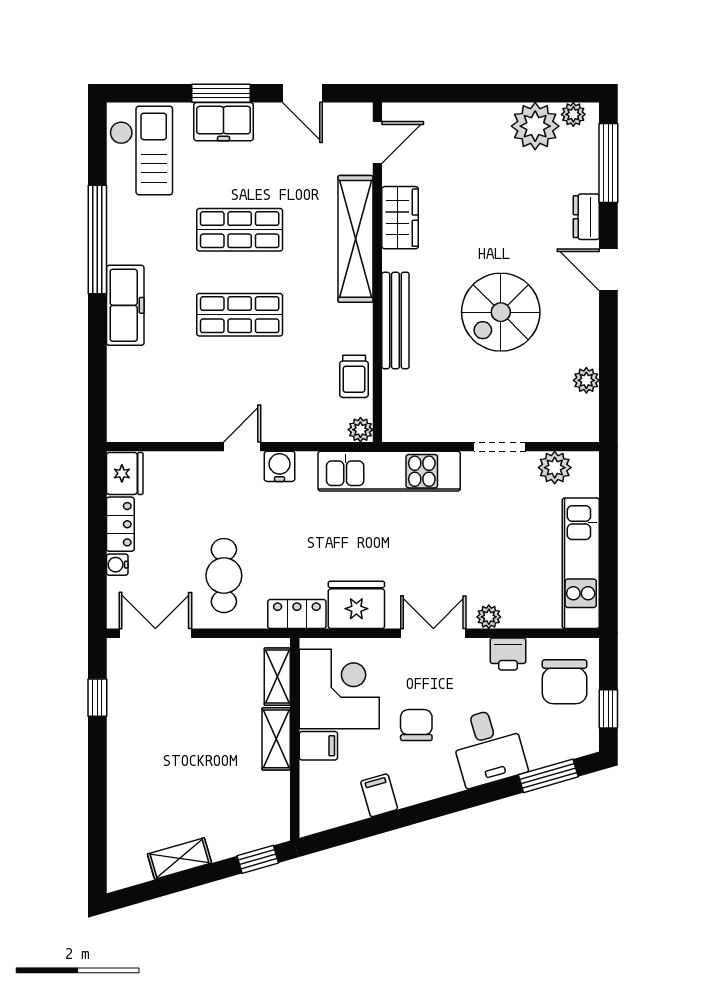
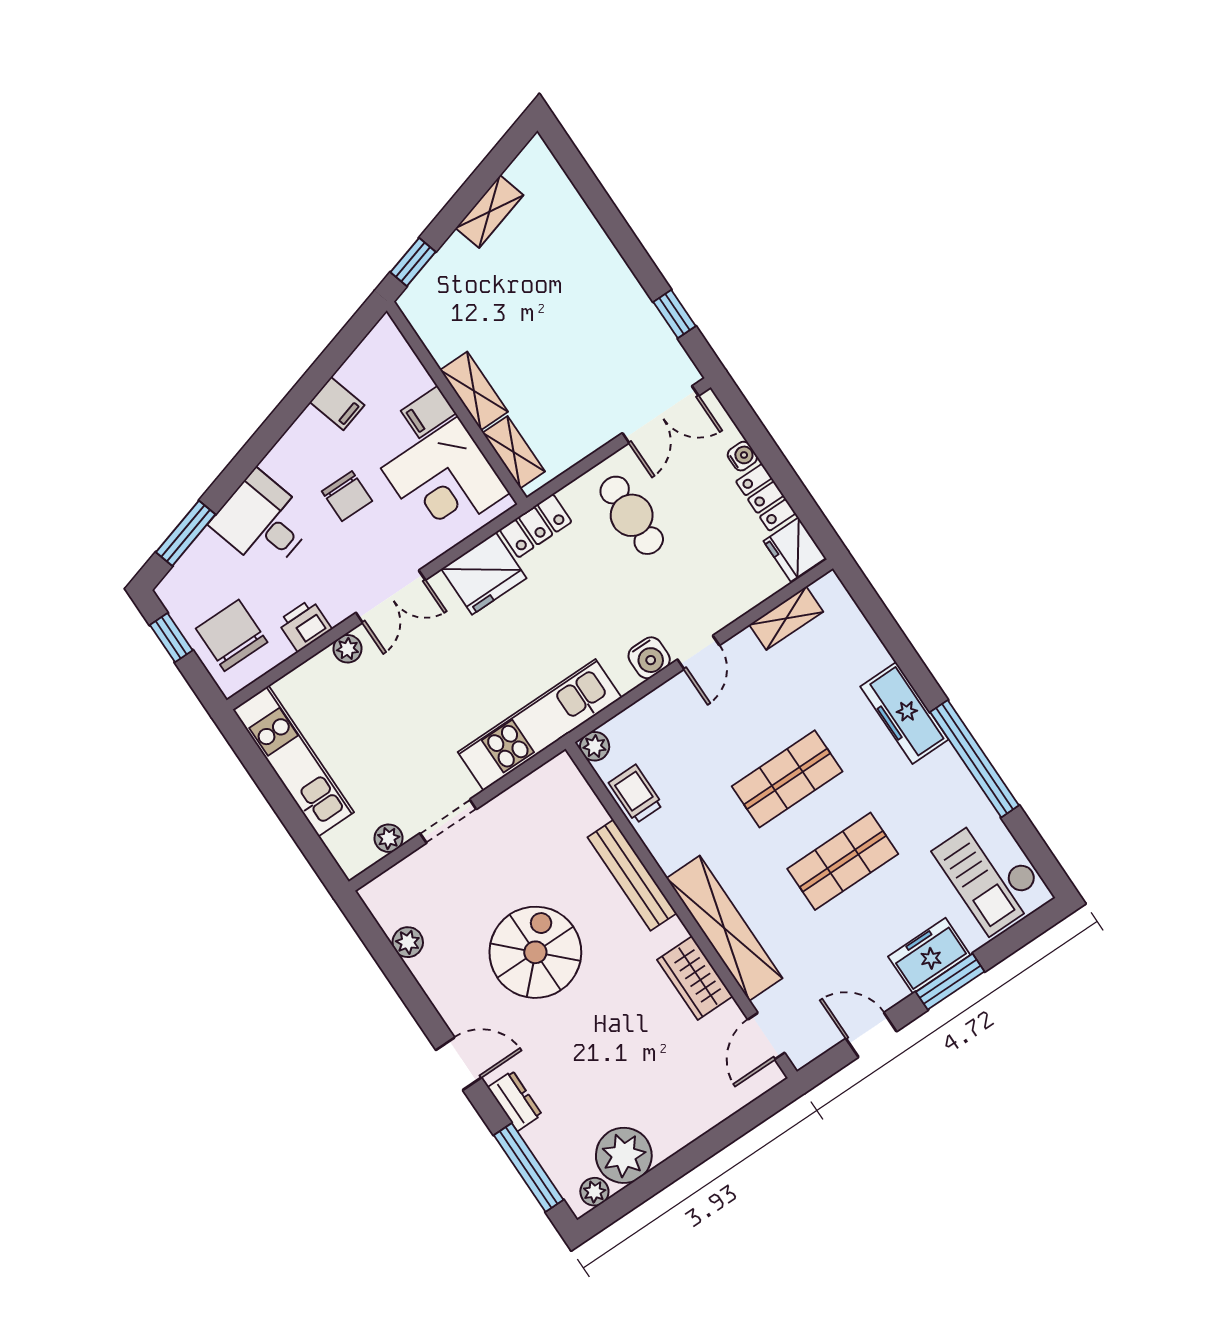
shelving: (164, 429) -> (786, 618), added
plant: (555, 468) -> (389, 838), width x0.73, depth x0.73

